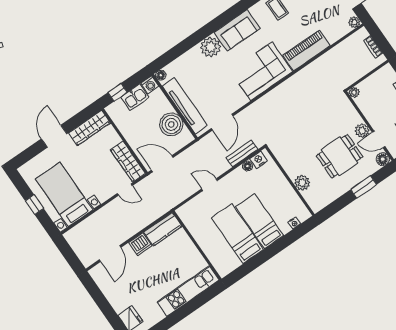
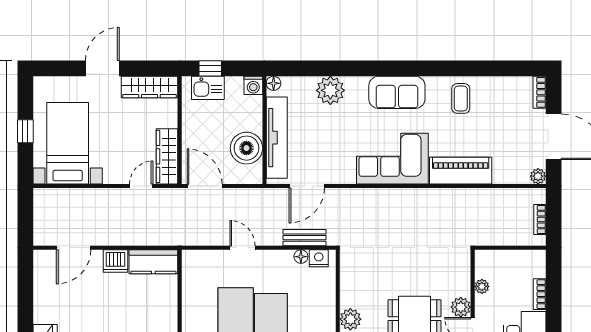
plant: (211, 47) -> (330, 90), moved
plant: (354, 93) -> (482, 286), moved
kitchen sink: (135, 97) -> (208, 88), moved
door: (125, 190) -> (141, 186), swing flipped

